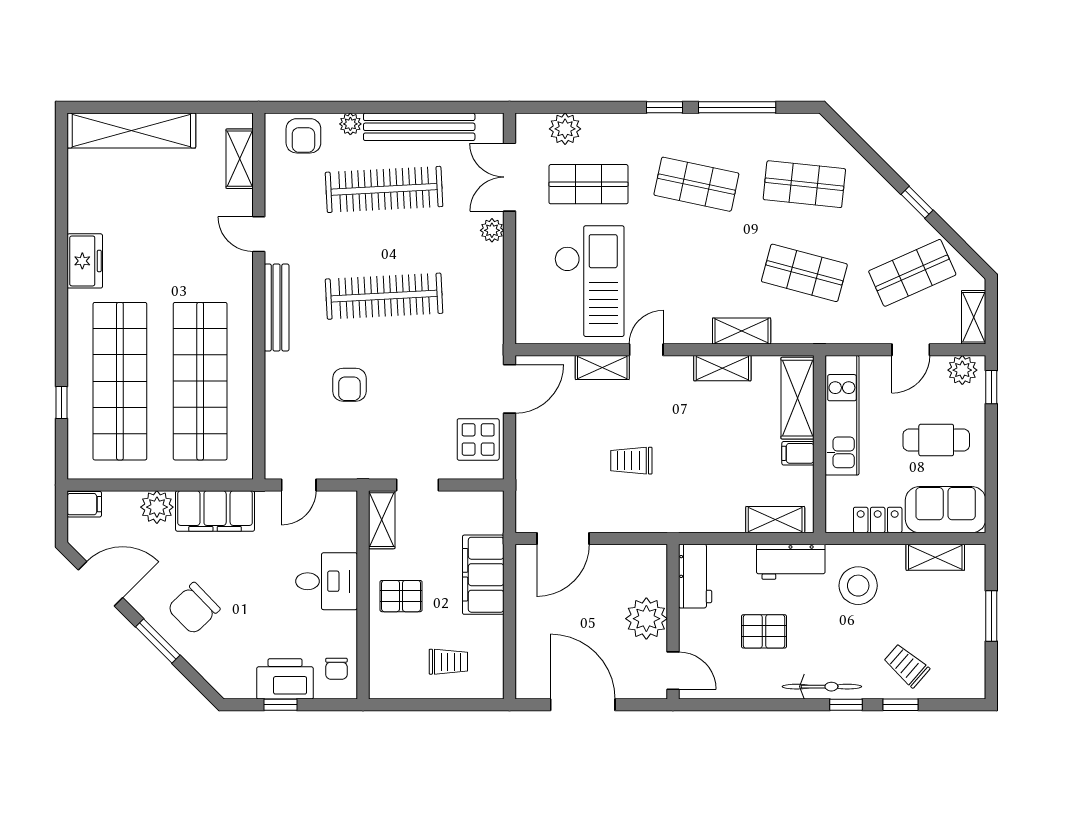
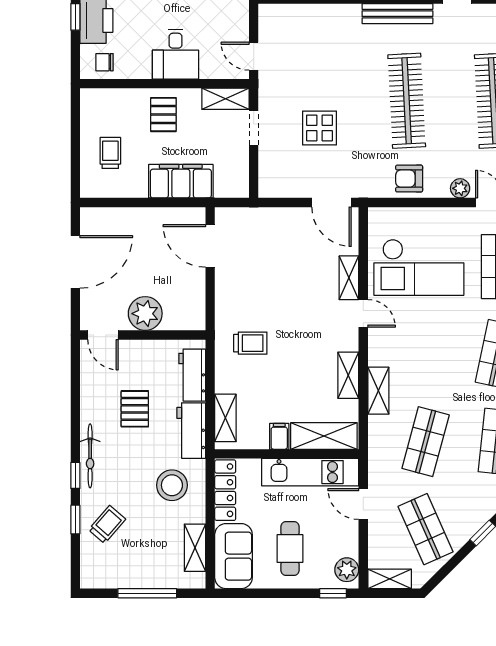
door: (911, 350) -> (363, 504), moved
armchair: (349, 385) -> (409, 179), moved
display table: (478, 439) -> (319, 128), moved
trolley: (631, 461) -> (250, 343), moved, turned 90
door: (299, 485) -> (254, 56), moved
locker: (878, 520) -> (225, 490), width x1.53
workbench: (695, 576) -> (192, 375), moved, turned 90
window: (991, 616) -> (147, 593), width x1.44
trolley: (448, 662) -> (110, 153), turned 180
door: (673, 671) -> (103, 335), hinge flipped

